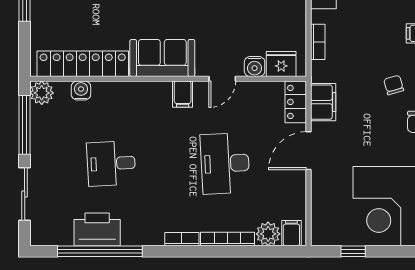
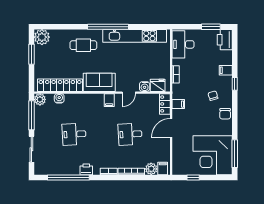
filing cabinet: (323, 102) -> (178, 104), width x0.50
desk: (225, 163) -> (130, 134), width x0.73
printer: (97, 229) -> (86, 169), moved, width x0.53, depth x0.68

